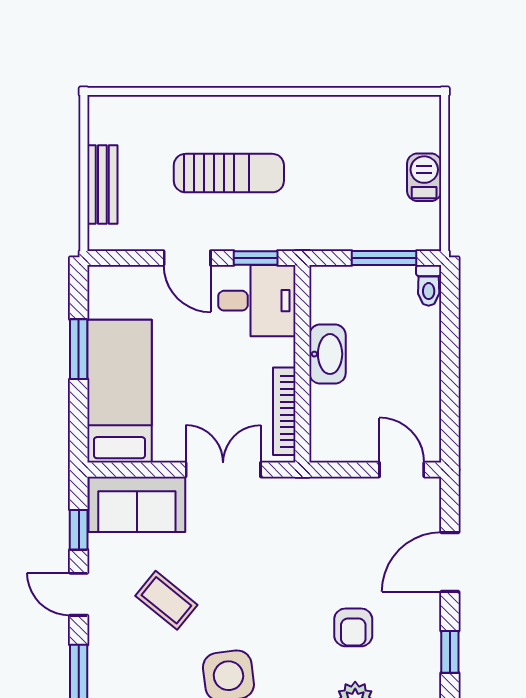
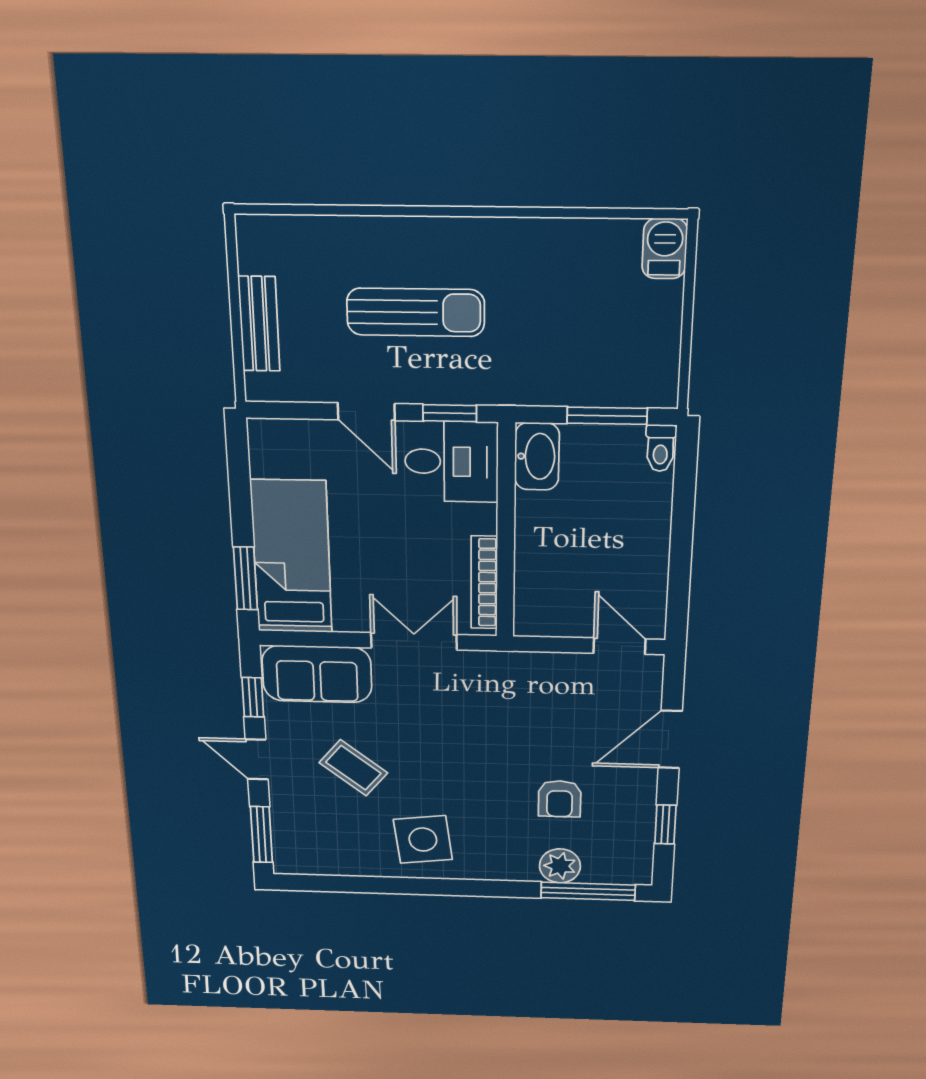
barbecue: (424, 177) -> (665, 249), moved
window: (79, 349) -> (245, 578), moved
washbasin: (327, 354) -> (537, 456), moved

